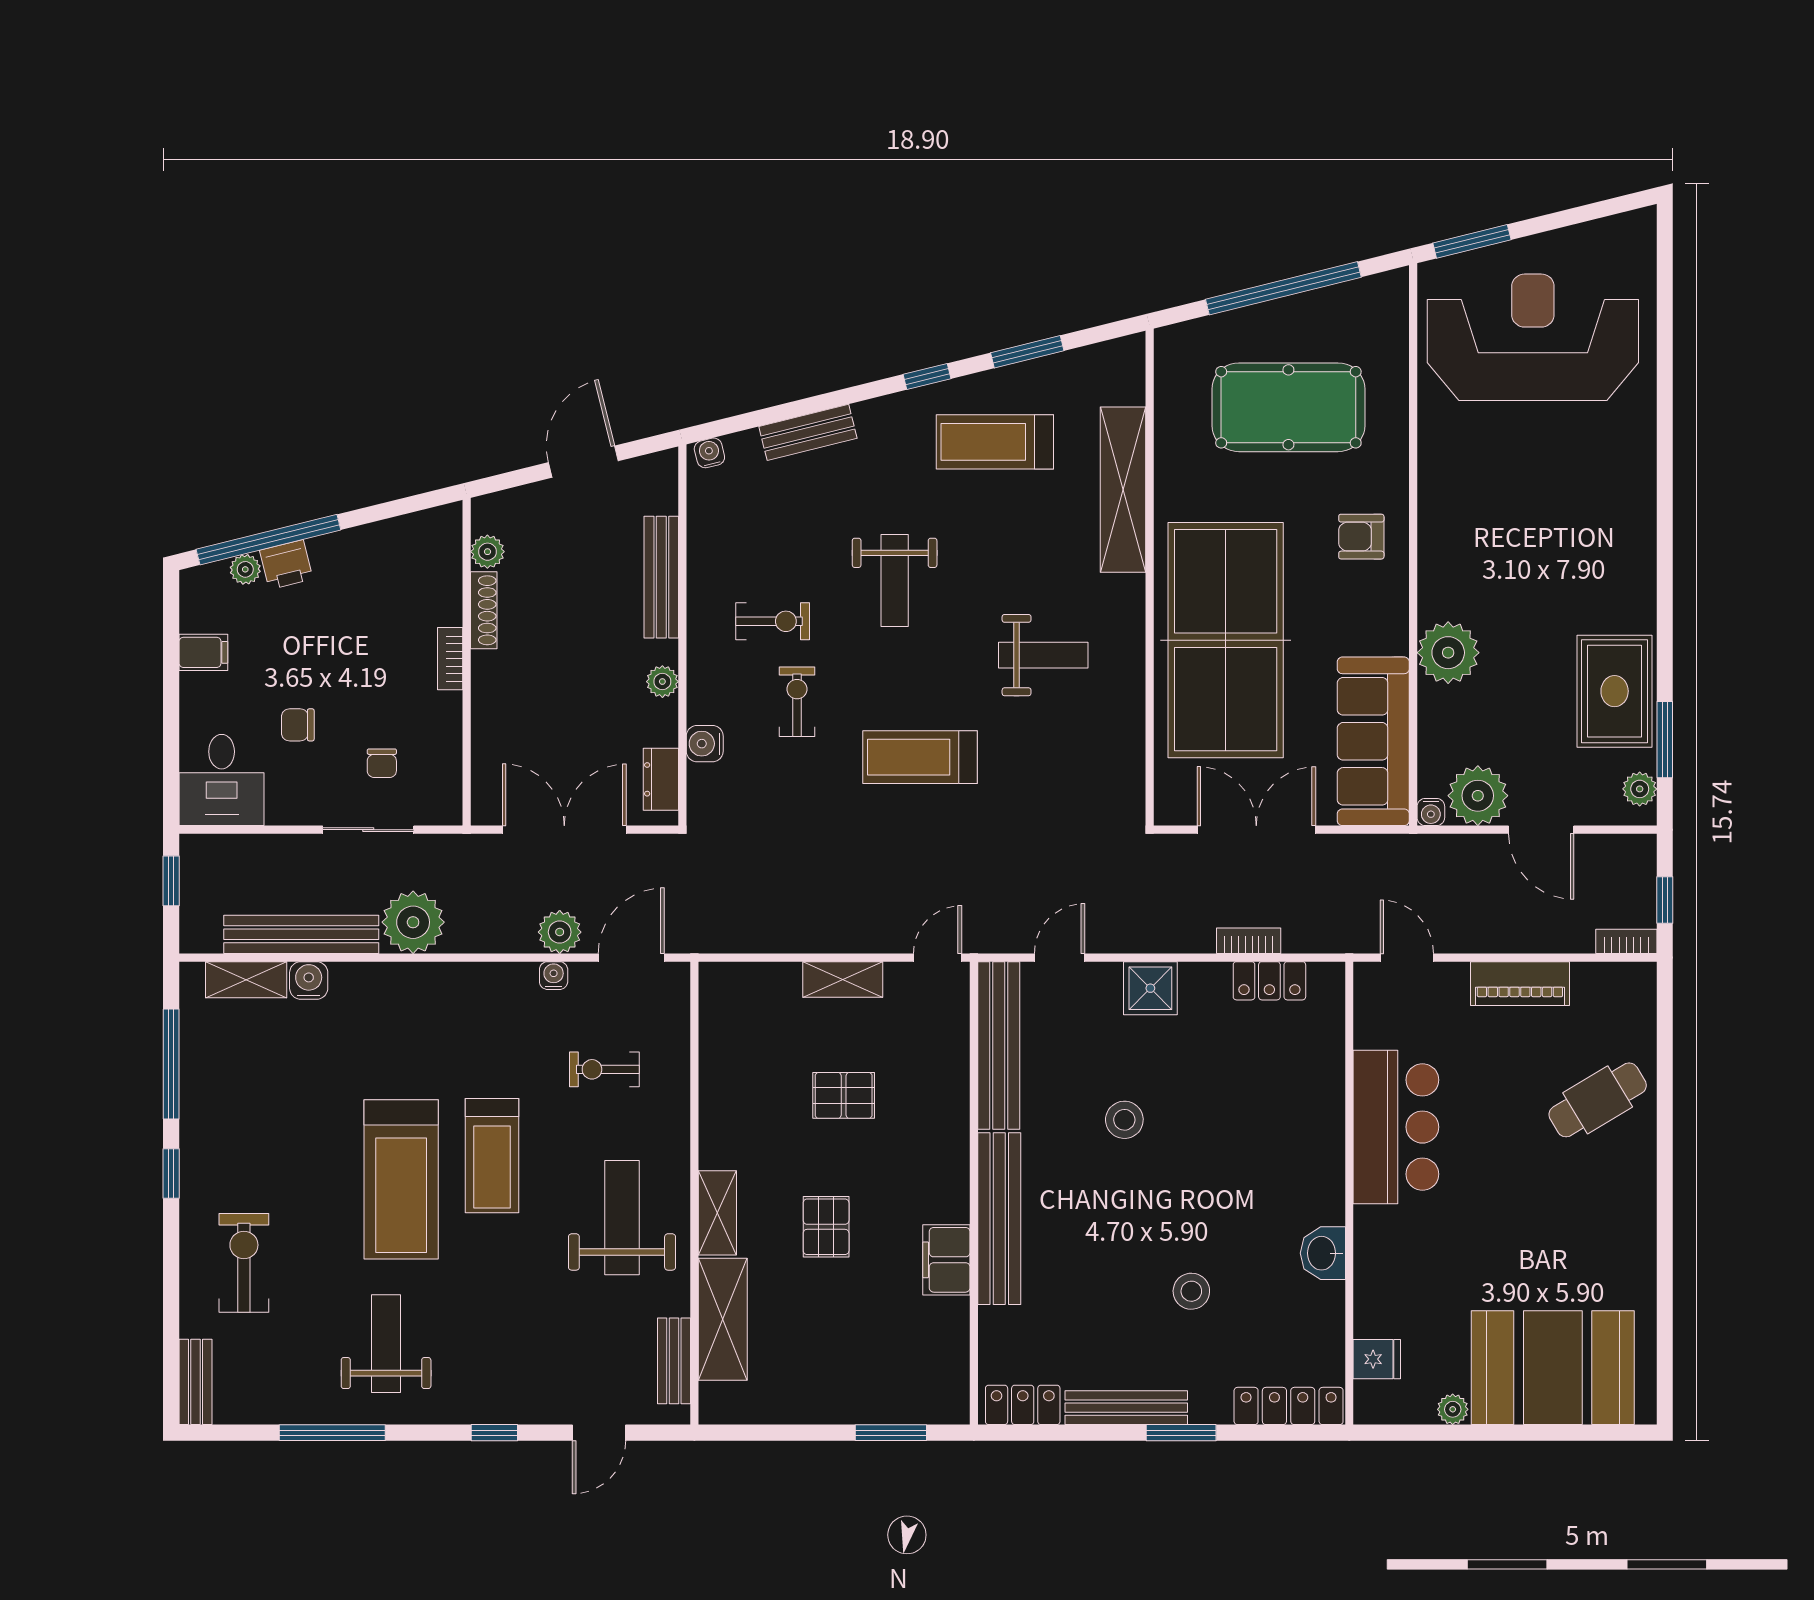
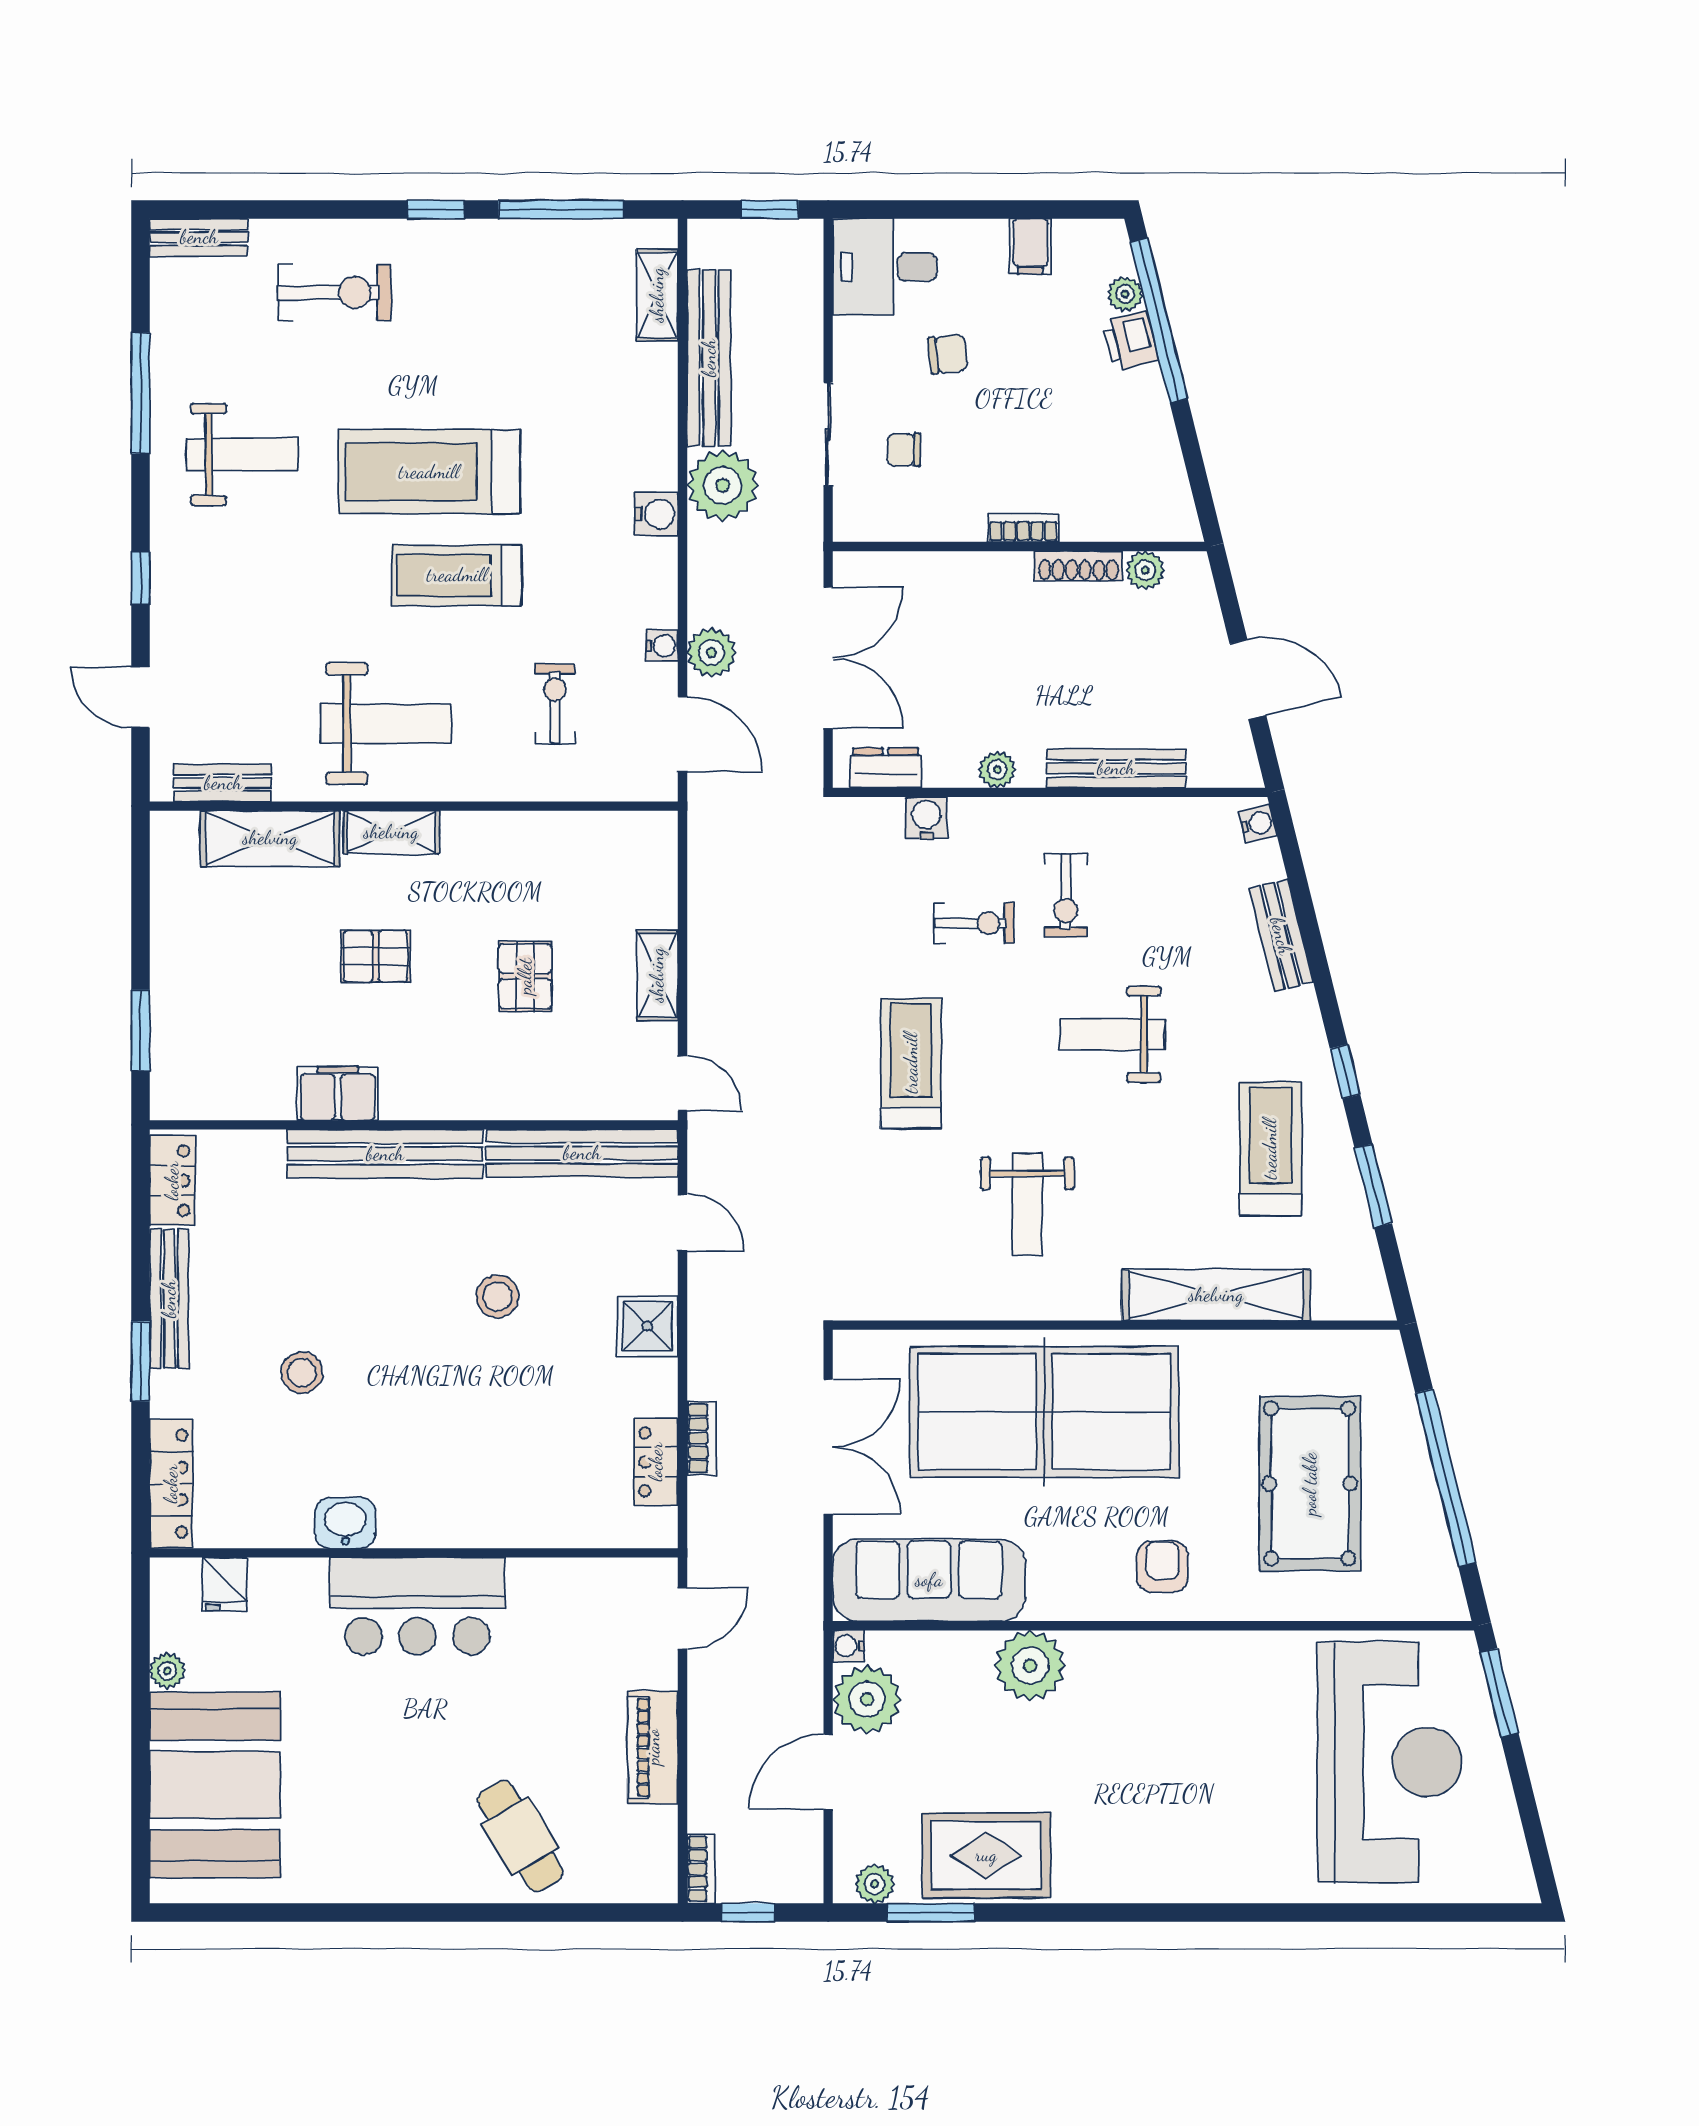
chair: (298, 725) -> (948, 354), turned 84
water cooler: (309, 980) -> (656, 514), moved
bar counter: (1396, 1127) -> (417, 1606), moved

